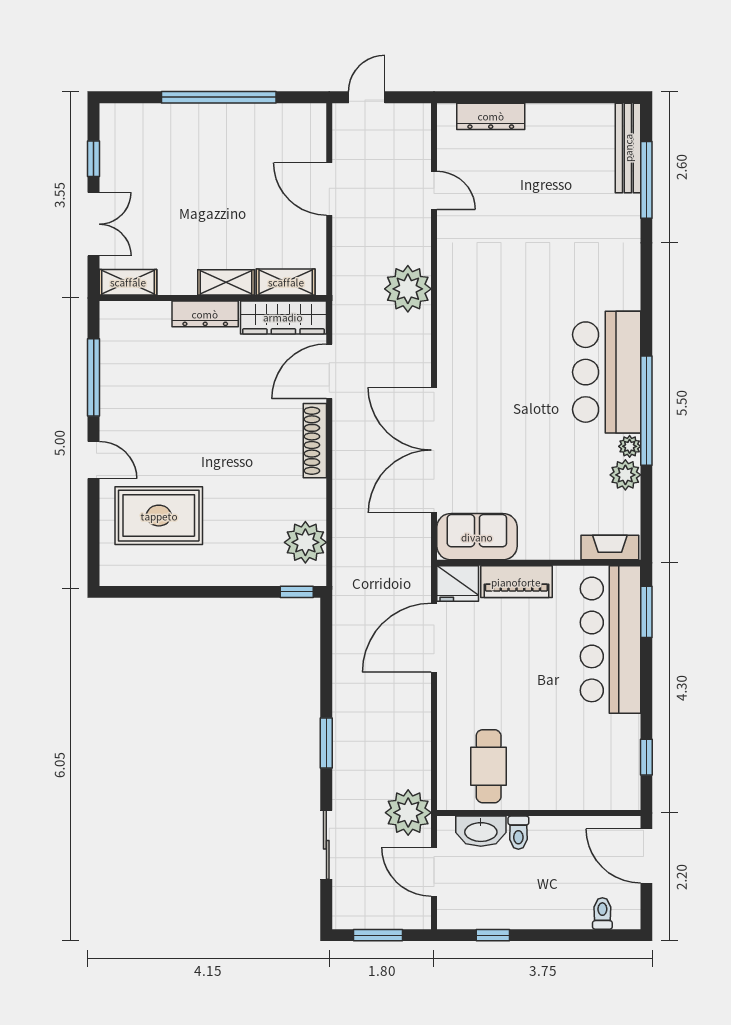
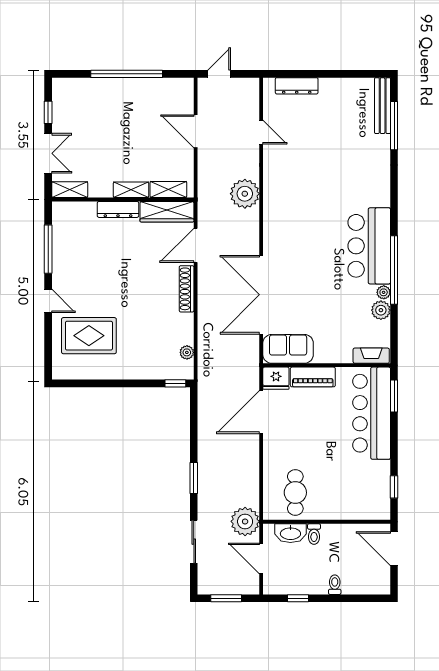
plant: (305, 542) -> (187, 352), width x0.53, depth x0.53
toilet: (602, 914) -> (335, 585), moved

